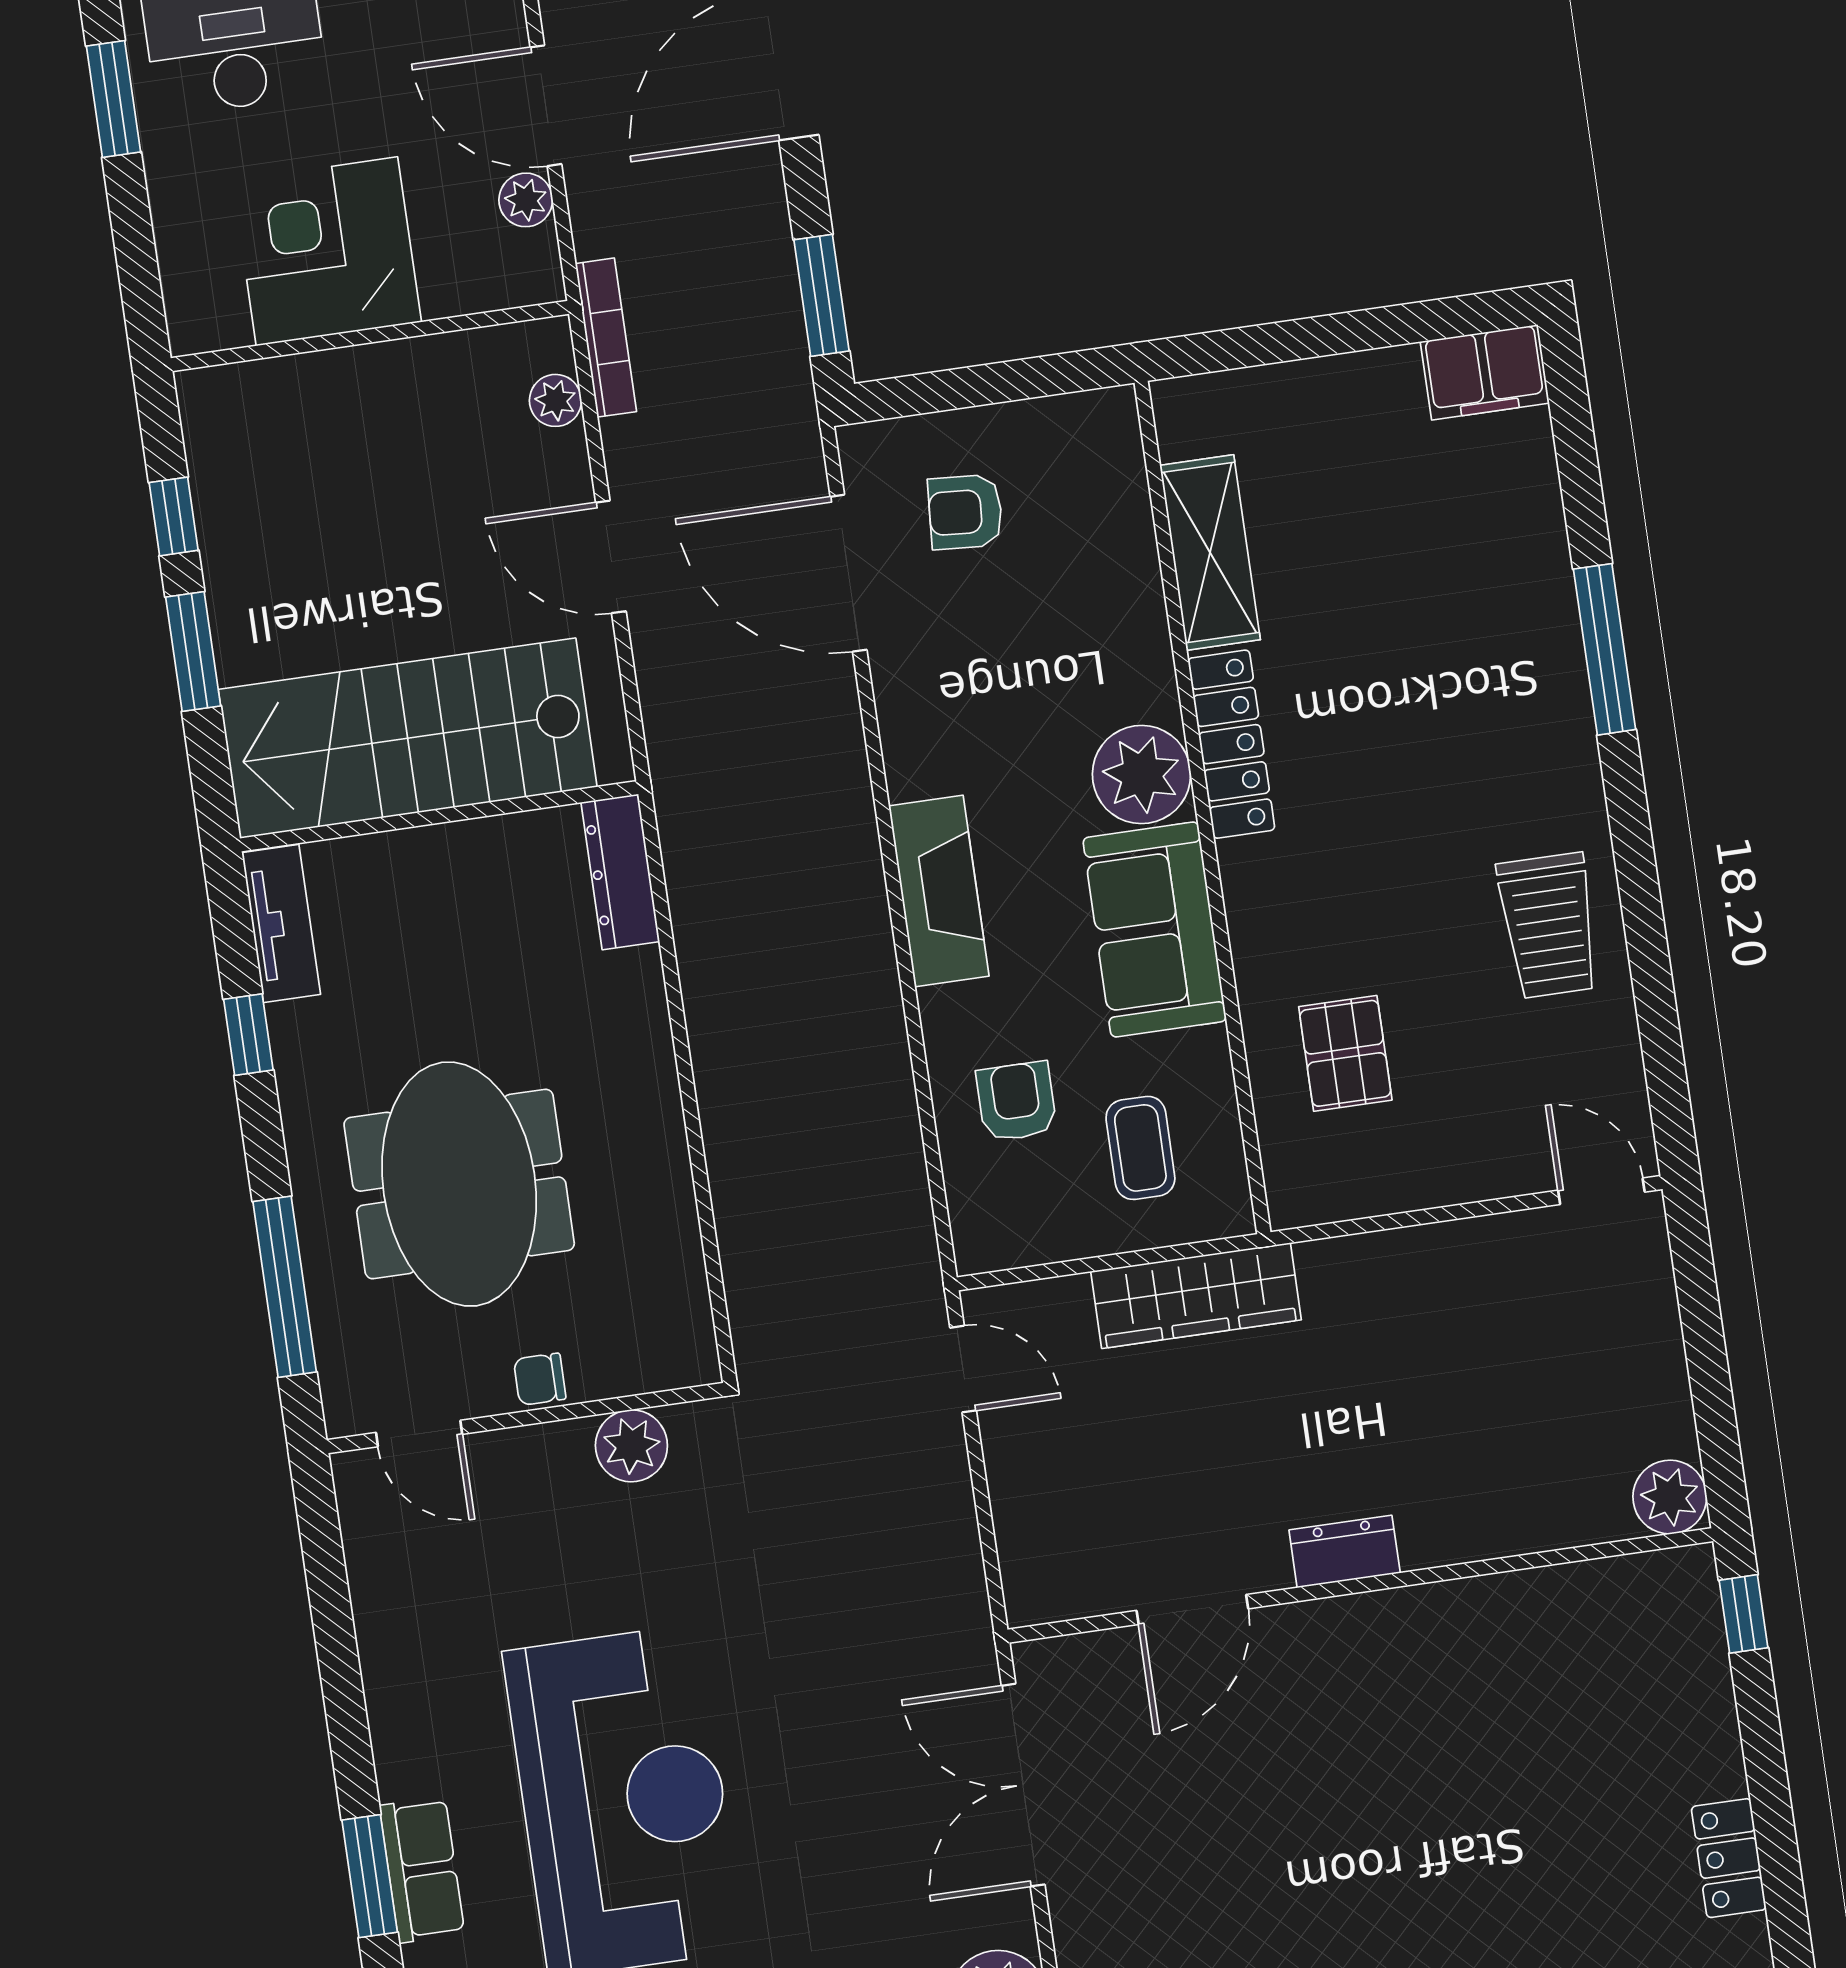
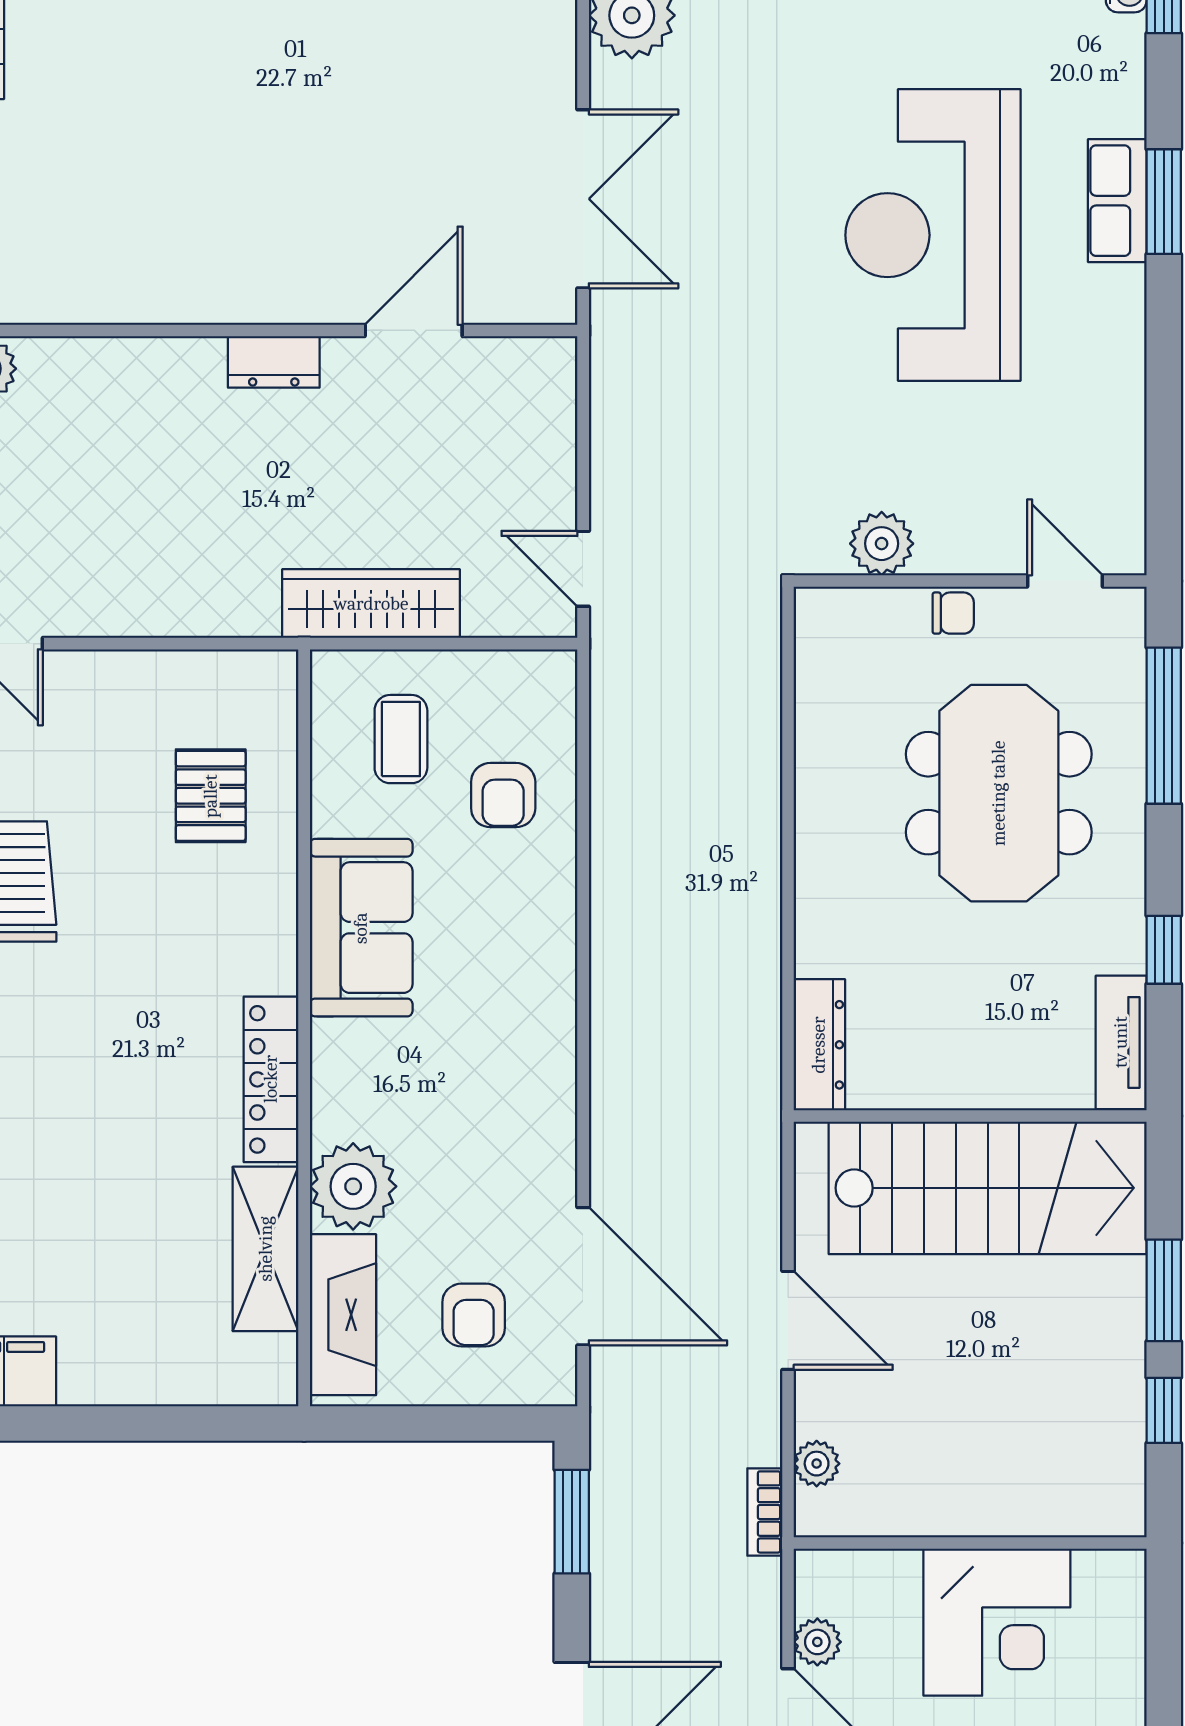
bookcase: (606, 338) -> (765, 1512), width x0.64
armchair: (965, 512) -> (474, 1315), turned 86
plant: (1142, 775) -> (353, 1186), moved
fireplace: (939, 891) -> (343, 1315), moved, turned 180

